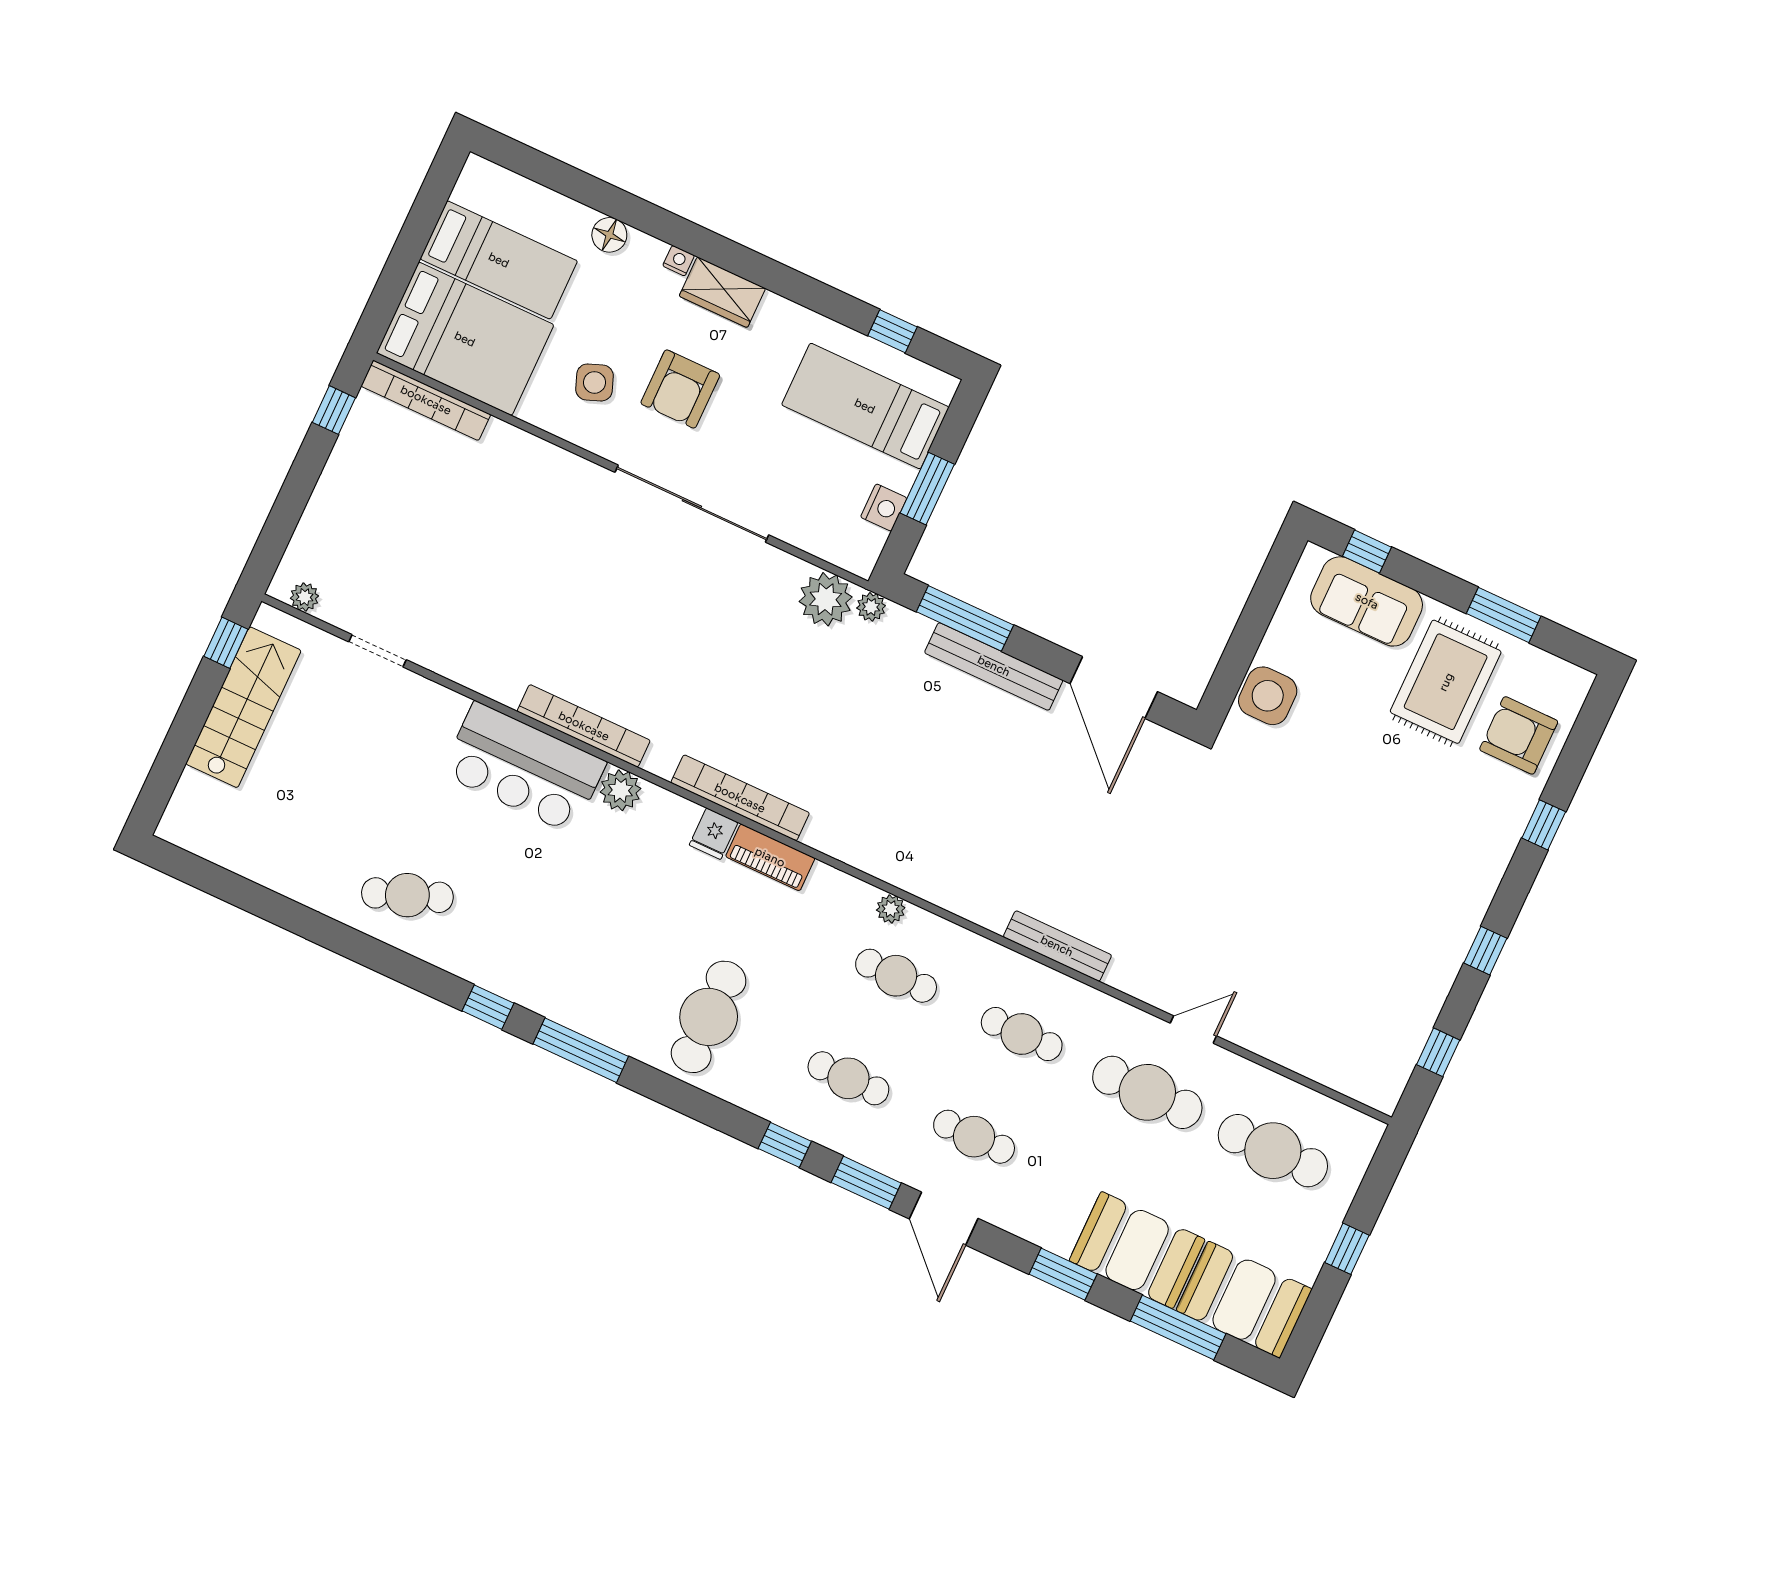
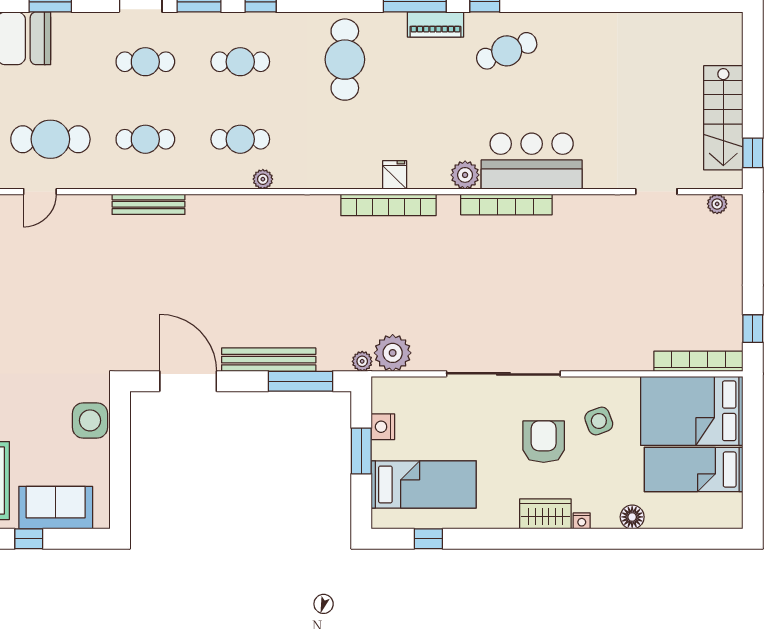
window: (1367, 552) -> (29, 539), moved
piano: (770, 857) -> (435, 24), moved, turned 180
cafe table: (407, 895) -> (507, 51), moved

